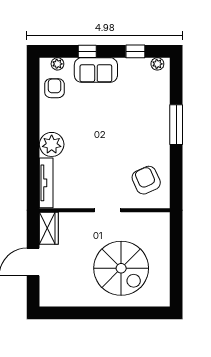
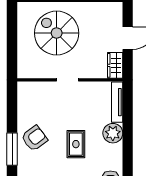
rug: (97, 131) -> (76, 144), added
armchair: (146, 180) -> (34, 138), moved, turned -103

